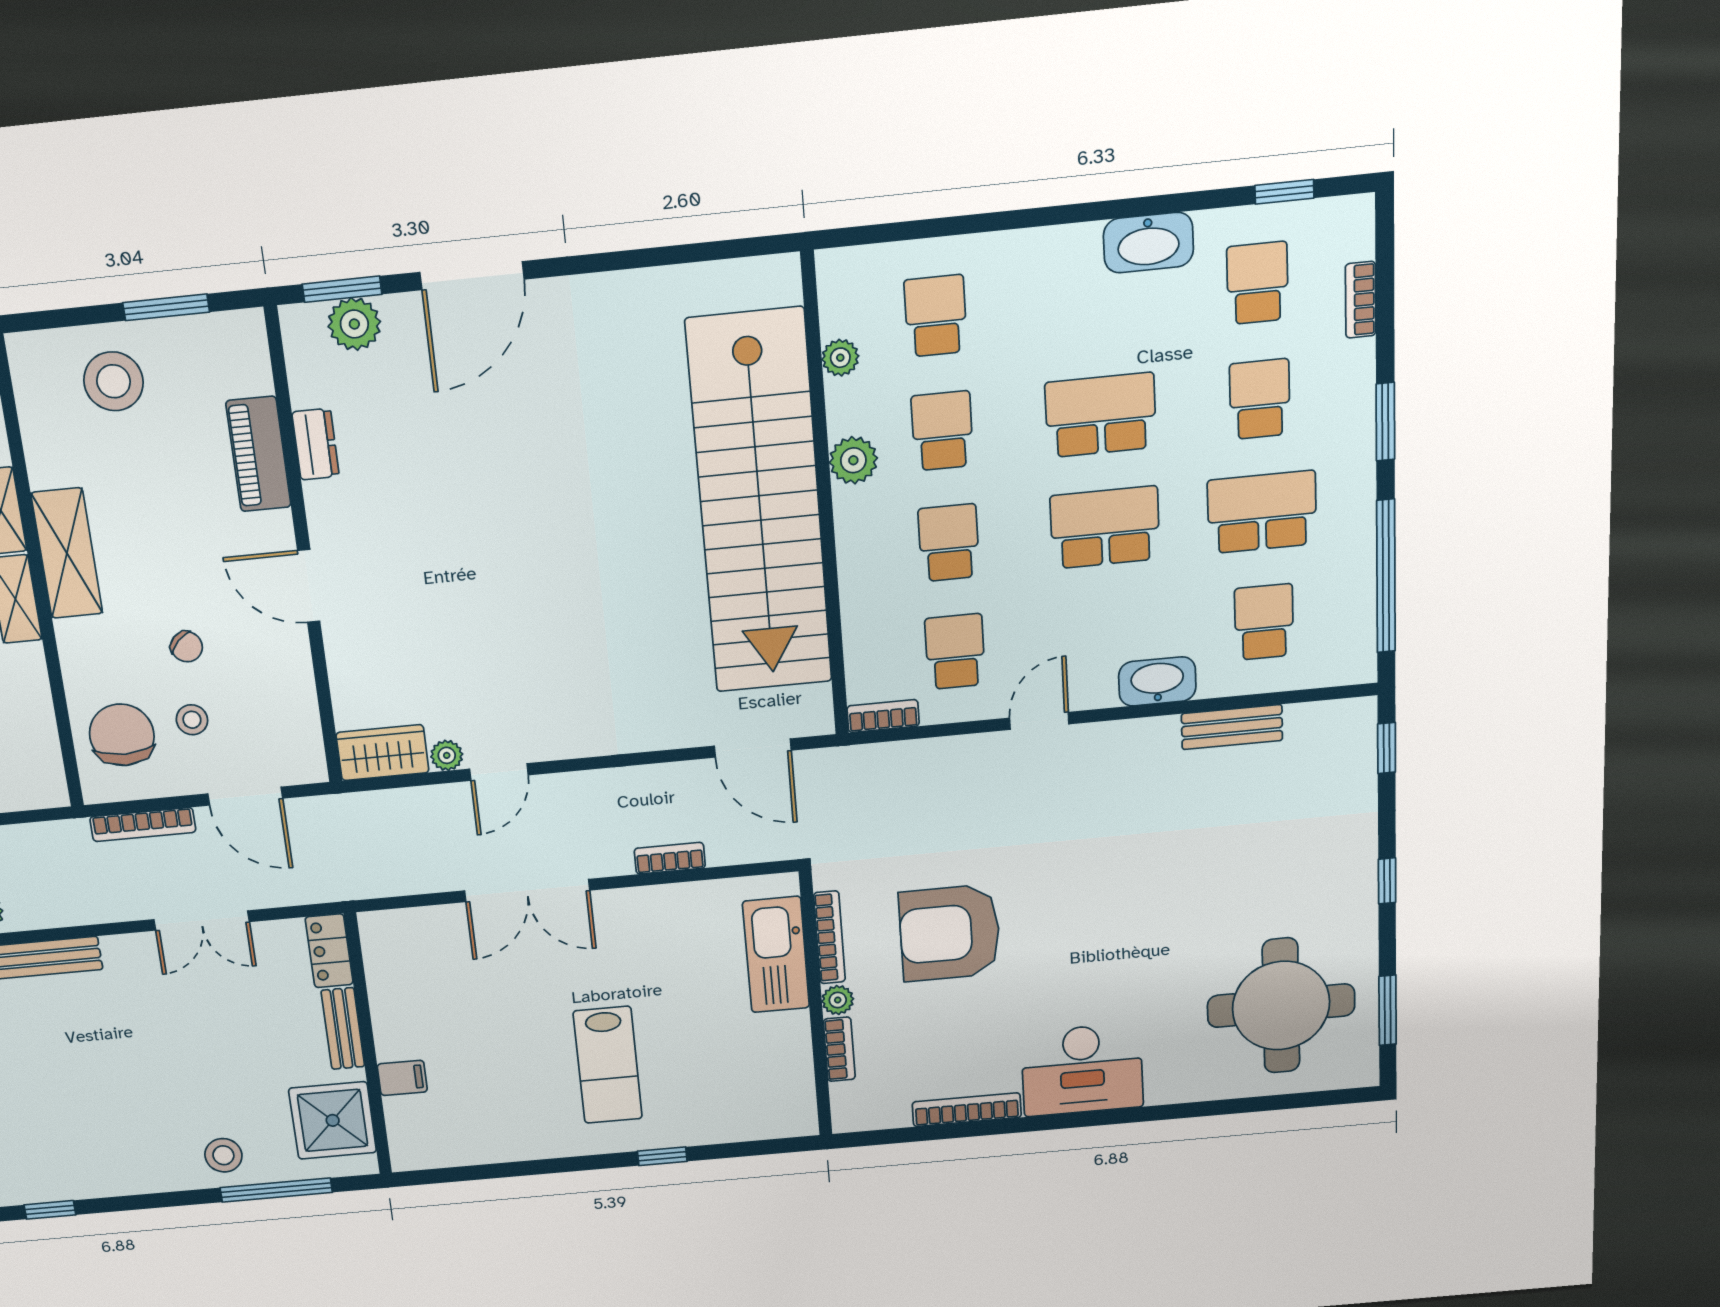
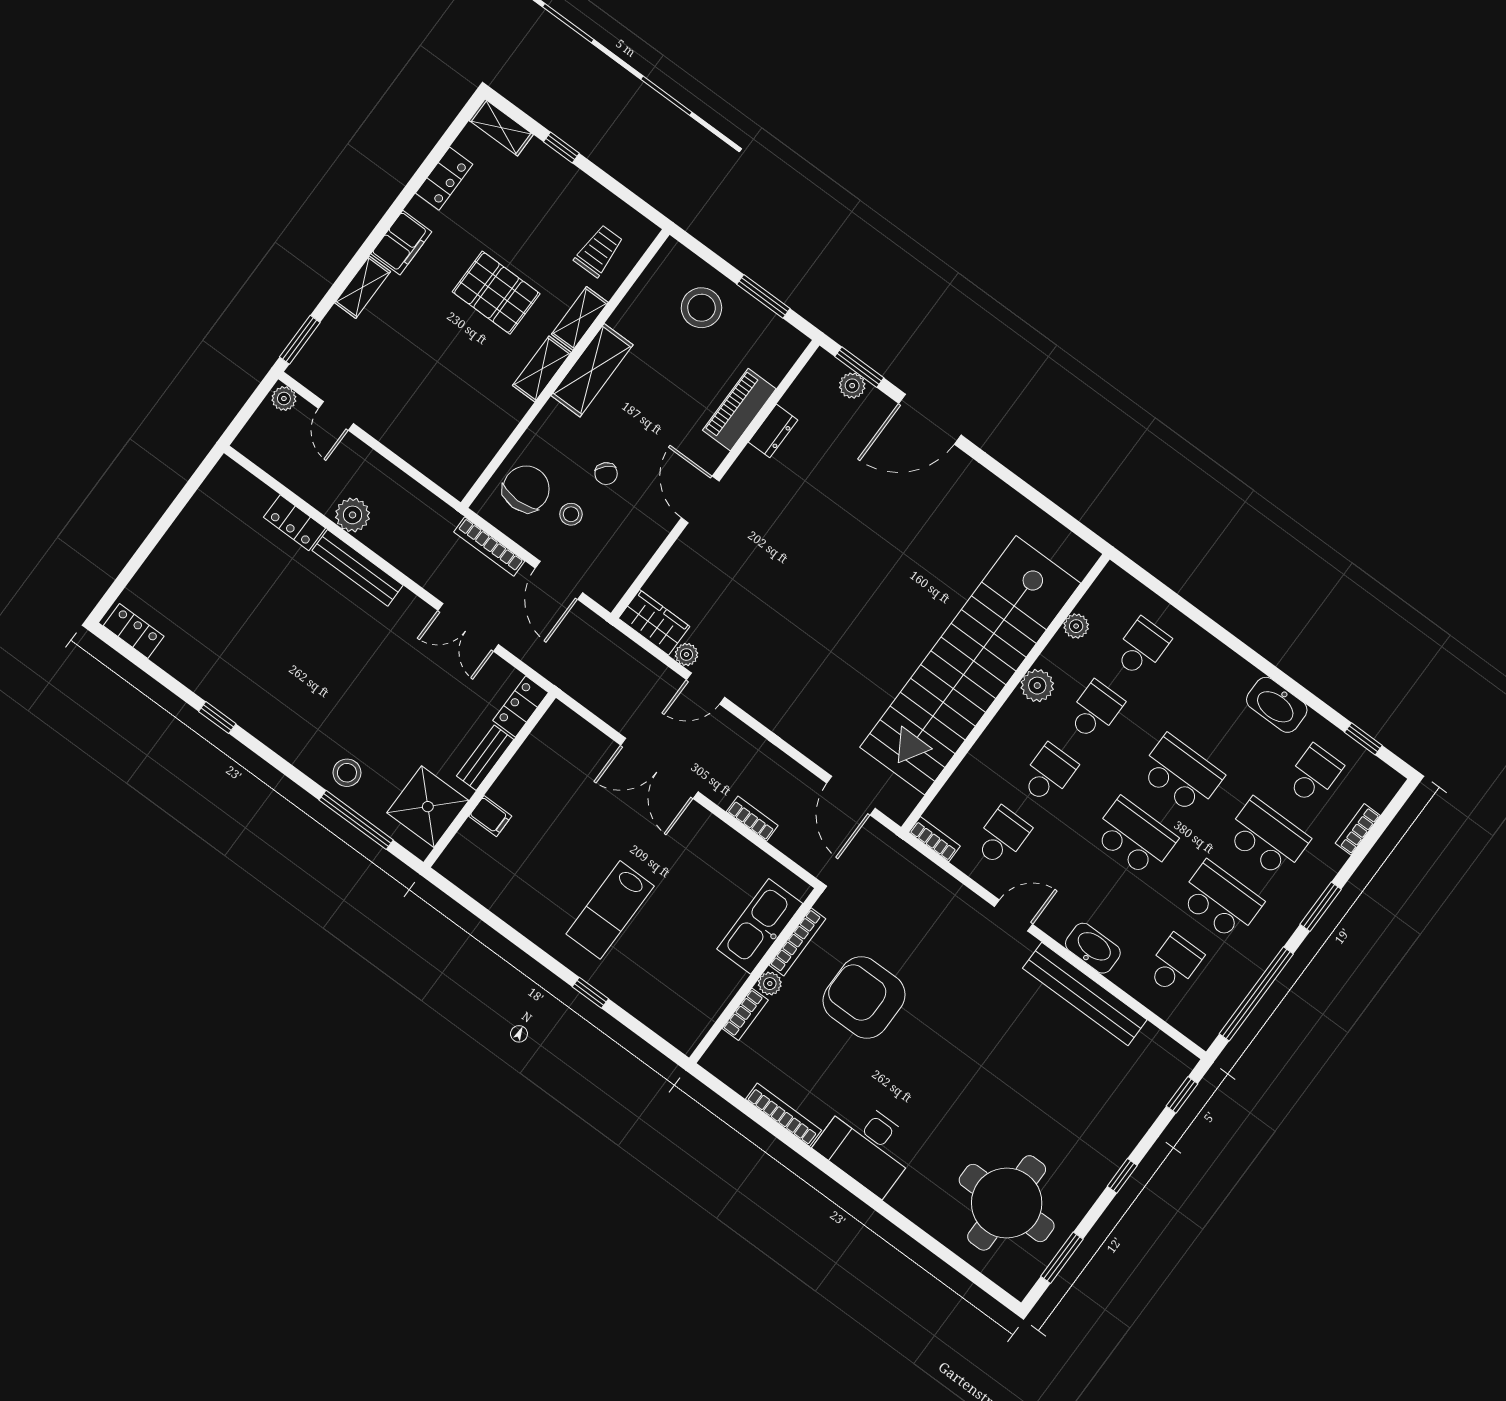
plant: (354, 324) -> (852, 386), width x0.73, depth x0.73
school desk: (1260, 399) -> (1267, 838), width x1.85
bench: (1232, 727) -> (1085, 994), width x1.86, depth x1.21

